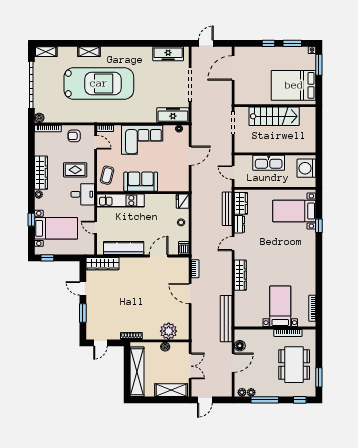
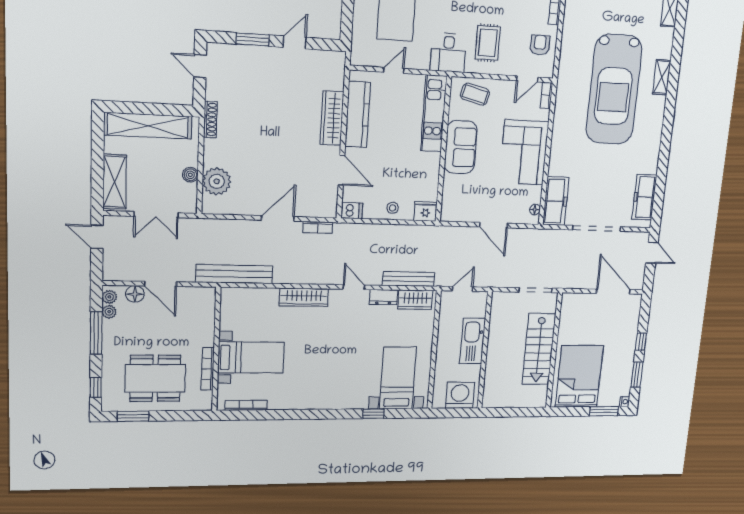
wardrobe: (103, 264) -> (332, 118), moved
floor lamp: (240, 346) -> (135, 294), moved

